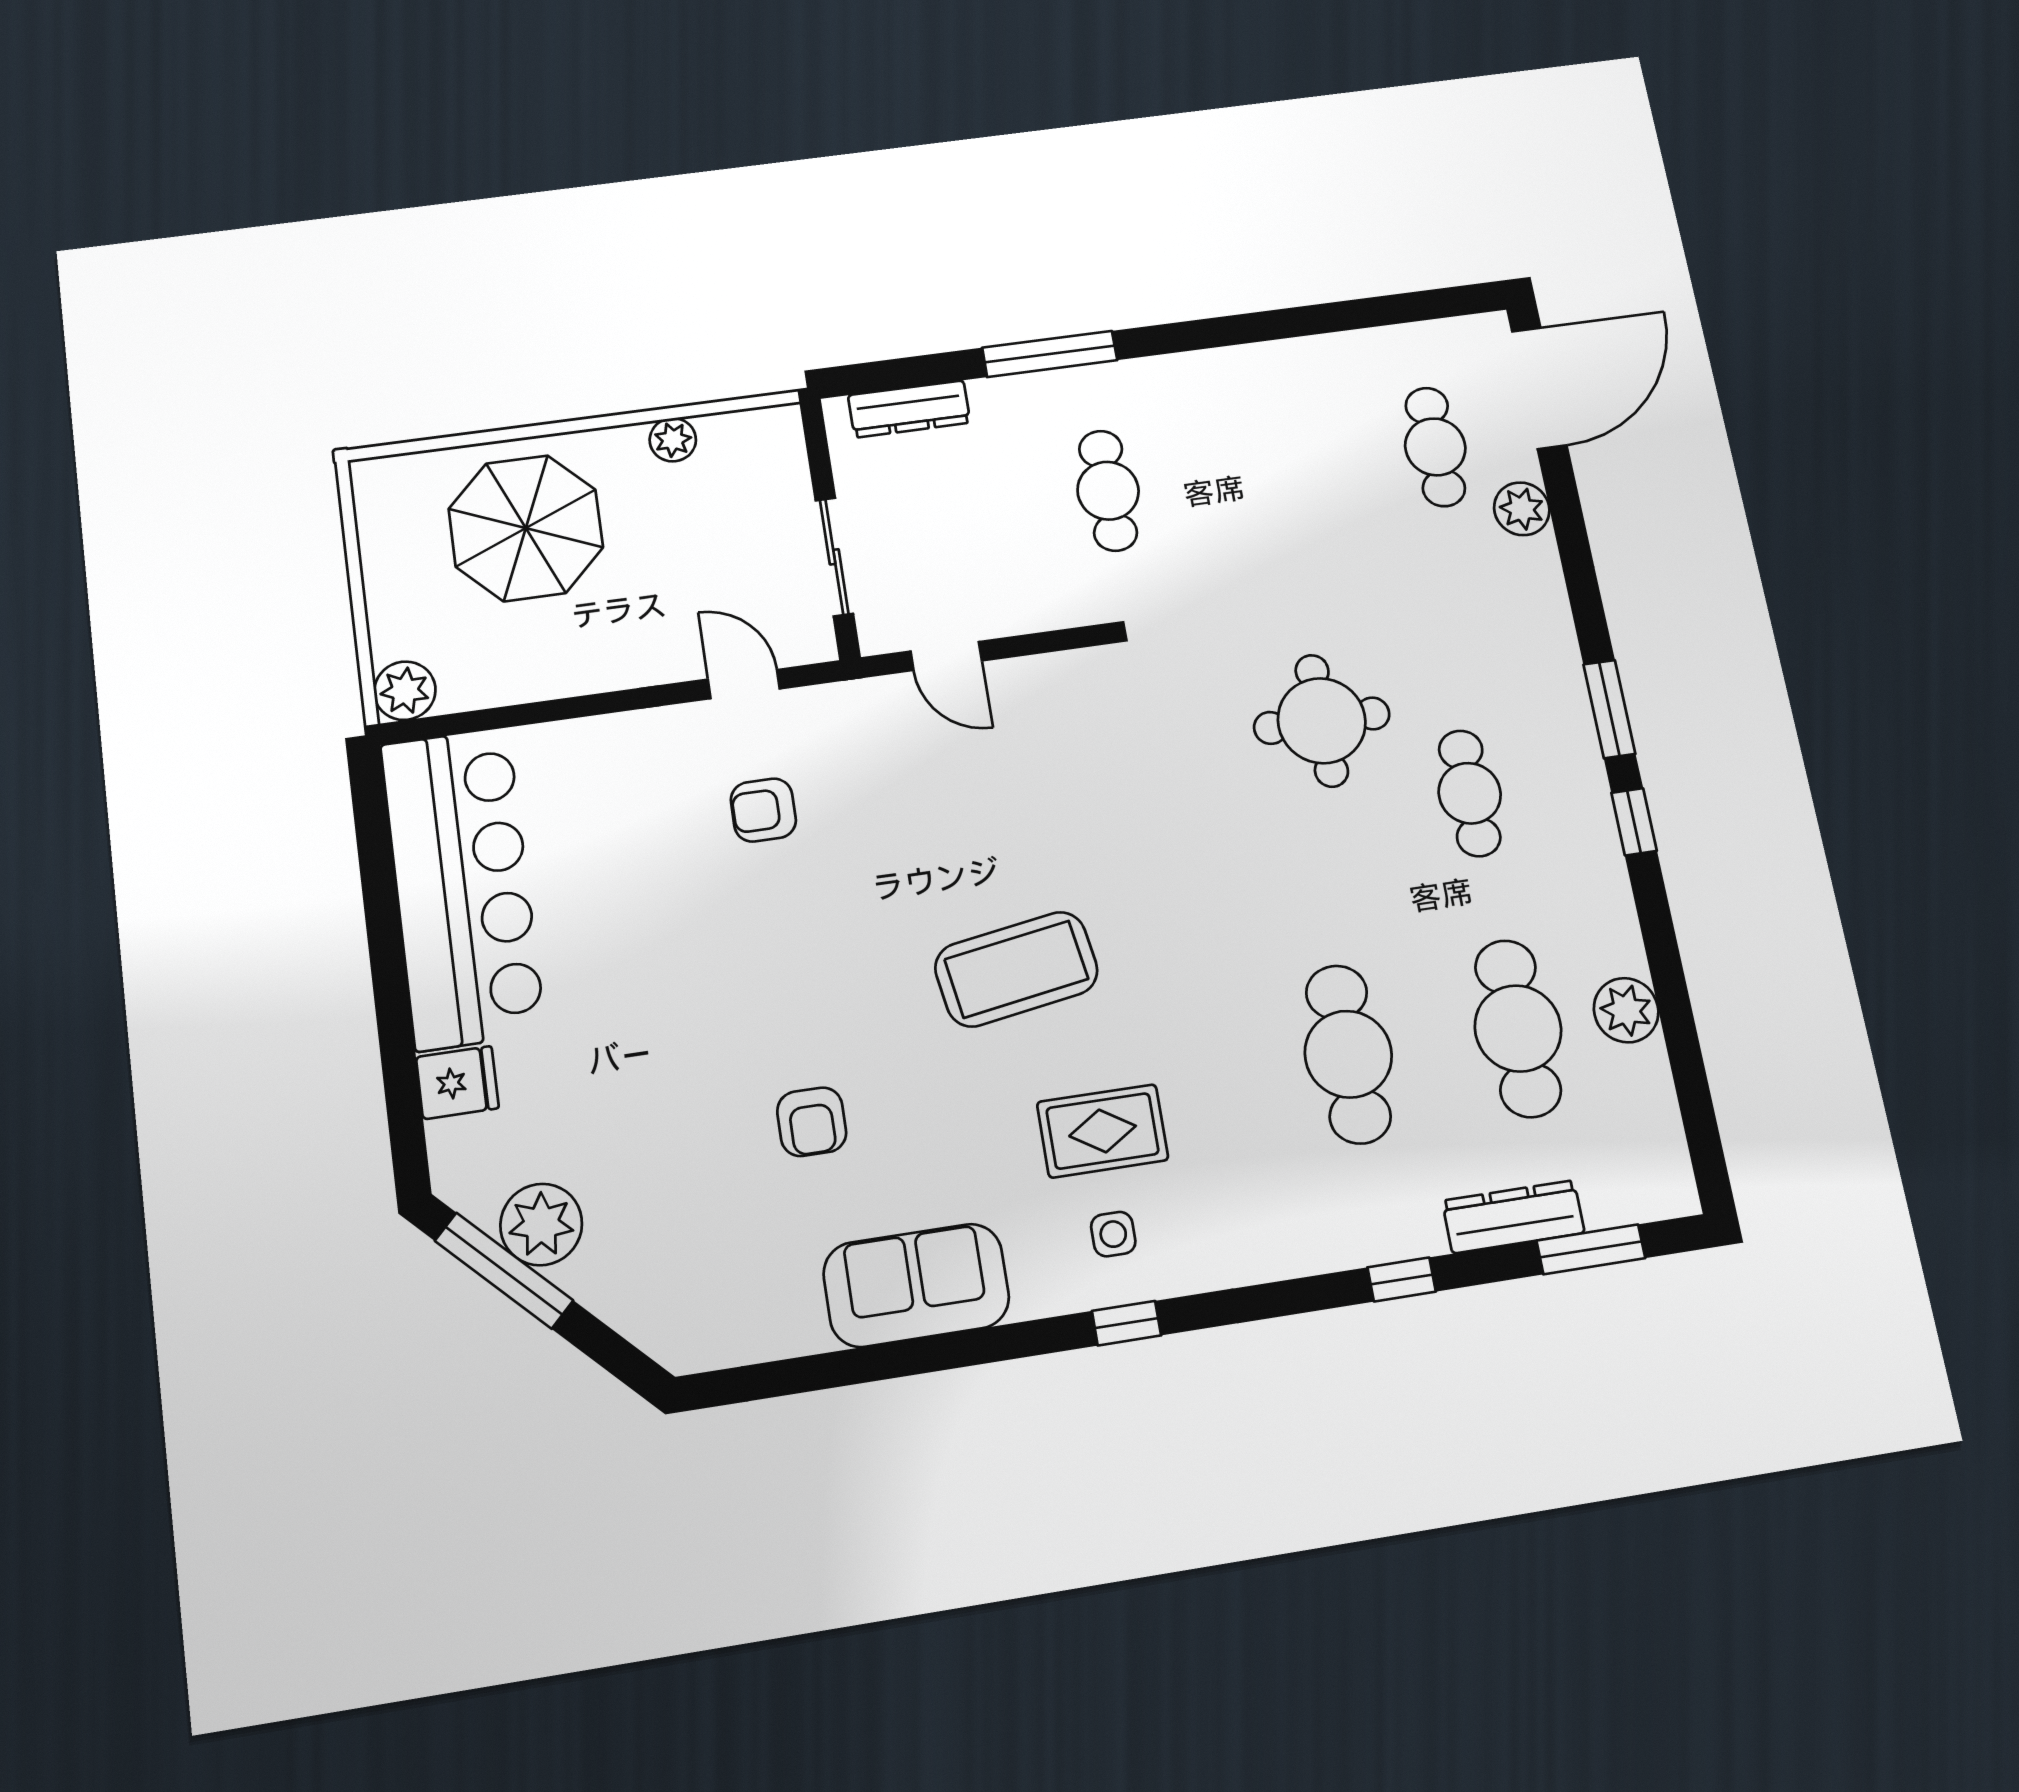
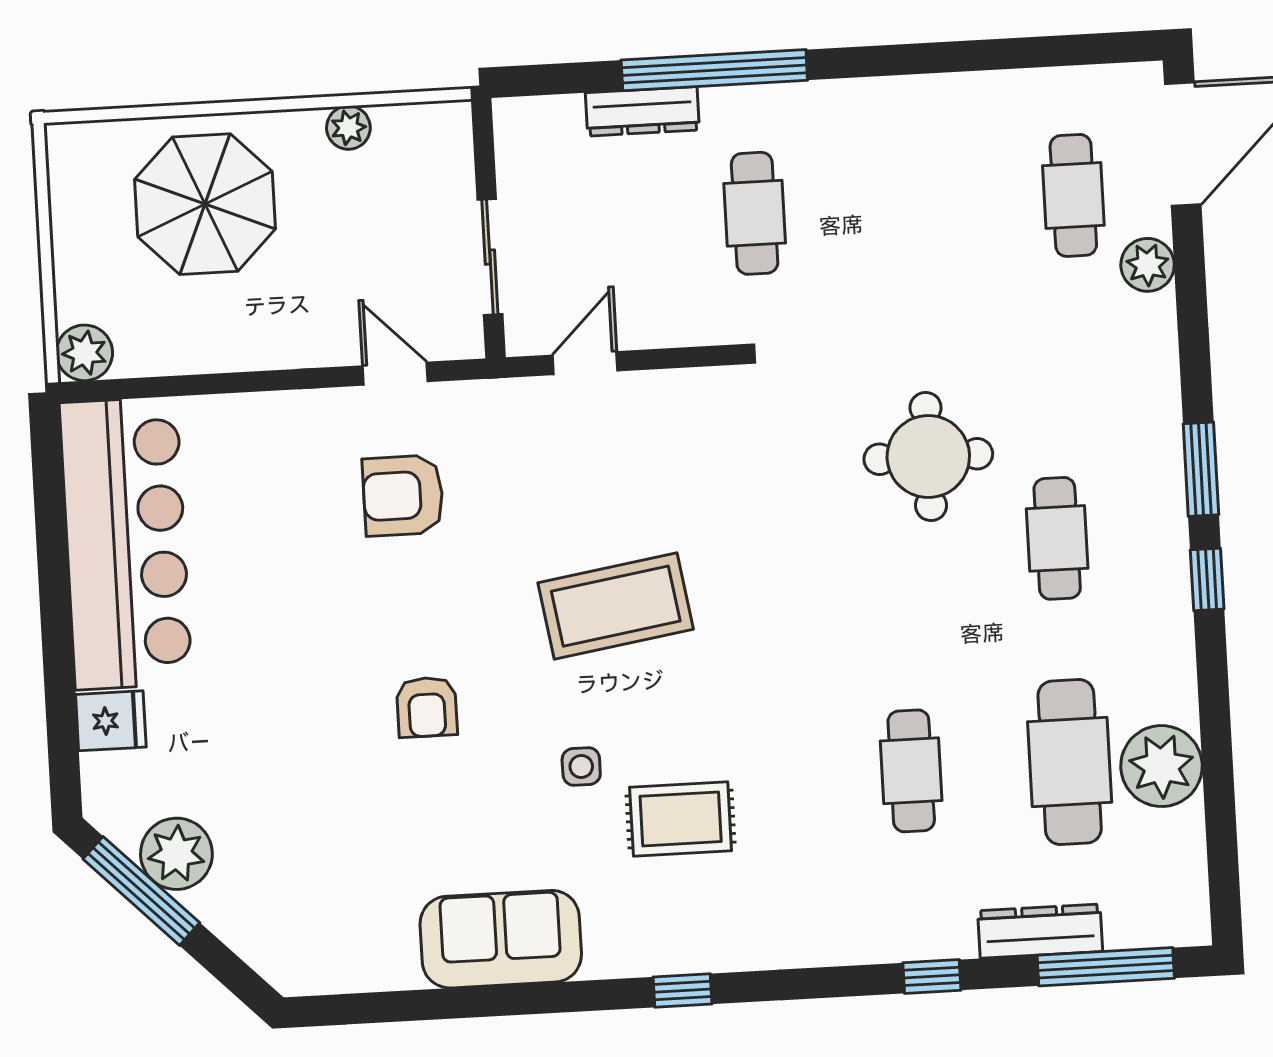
window: (1050, 354) -> (714, 70), width x1.46
dresser: (909, 409) -> (642, 111), moved
door: (946, 656) -> (585, 363), swing flipped
armchair: (763, 810) -> (403, 496), width x1.38, depth x1.38
coffee table: (1016, 969) -> (616, 606), moved
plant: (1626, 1010) -> (1162, 766), width x1.36, depth x1.36
cafe table: (1348, 1054) -> (911, 771), width x0.73, depth x0.74
armchair: (812, 1122) -> (427, 707), moved
side table: (1113, 1234) -> (581, 767), moved
window: (1591, 1249) -> (1106, 967), width x1.44

